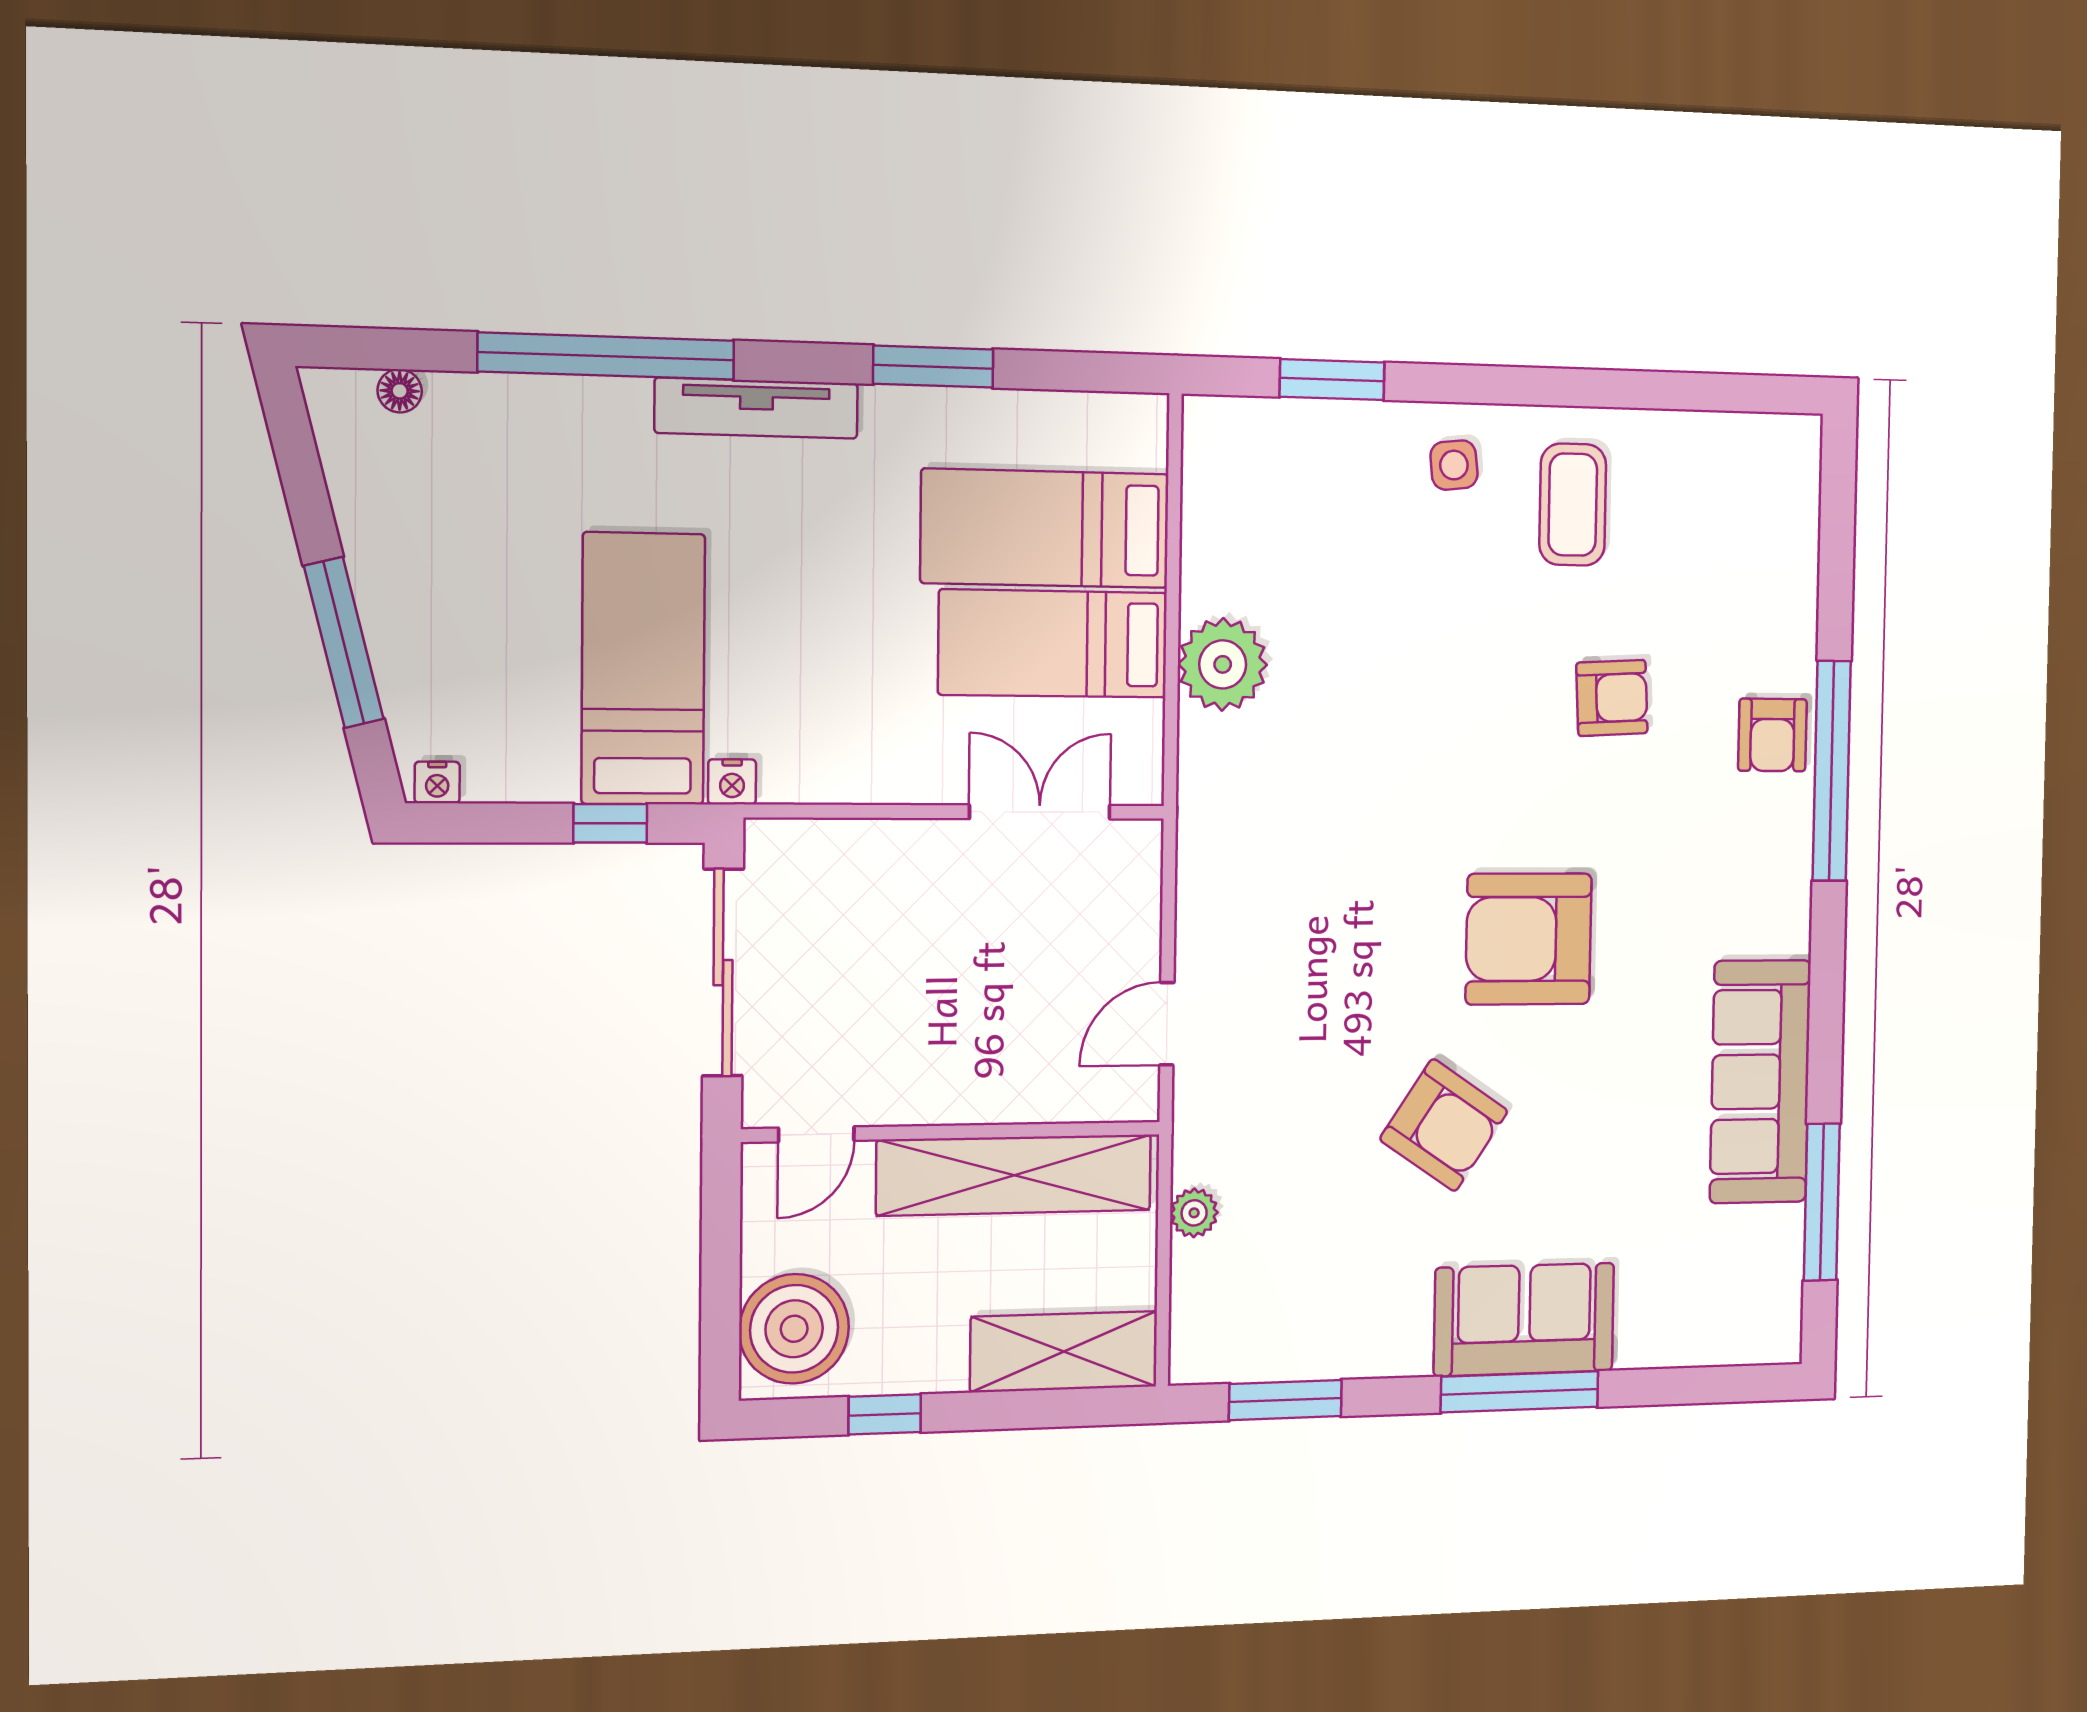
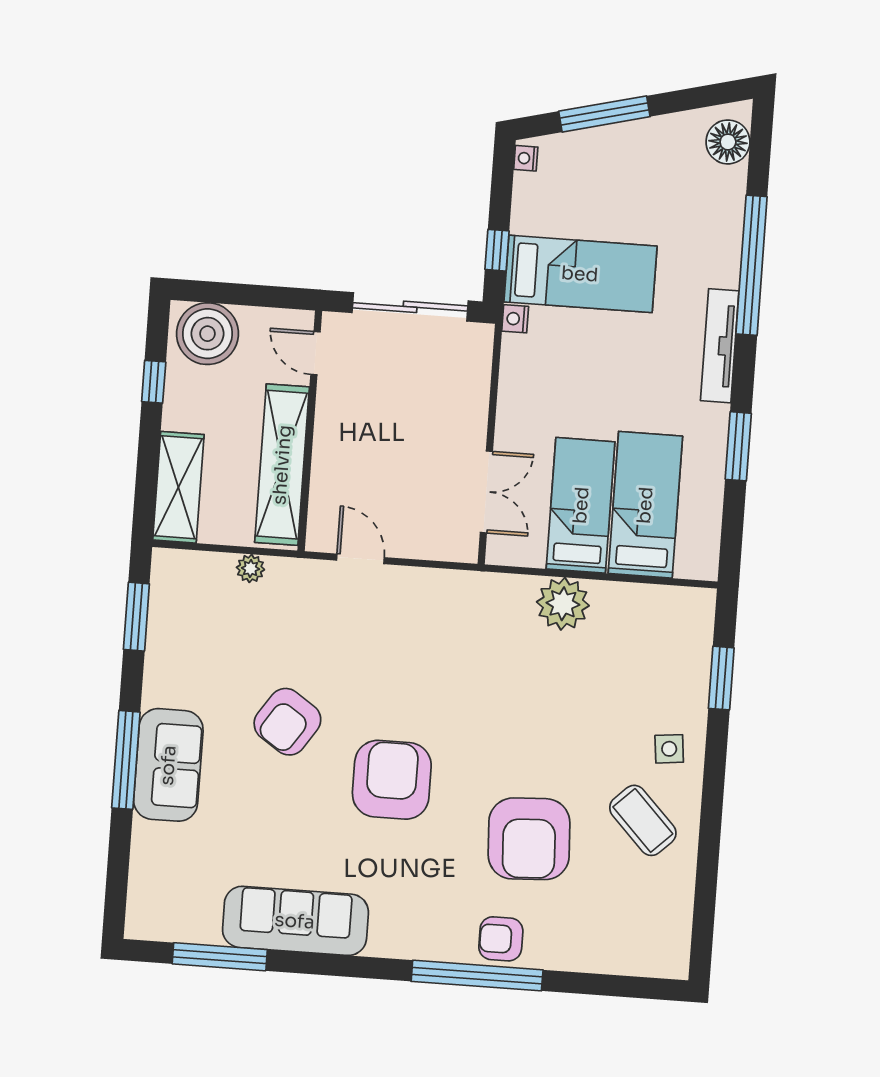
floor lamp: (400, 391) -> (728, 142), width x1.89, depth x1.89
coffee table: (1573, 505) -> (643, 820), turned 46
armchair: (1612, 698) -> (529, 839), width x1.88, depth x1.88

